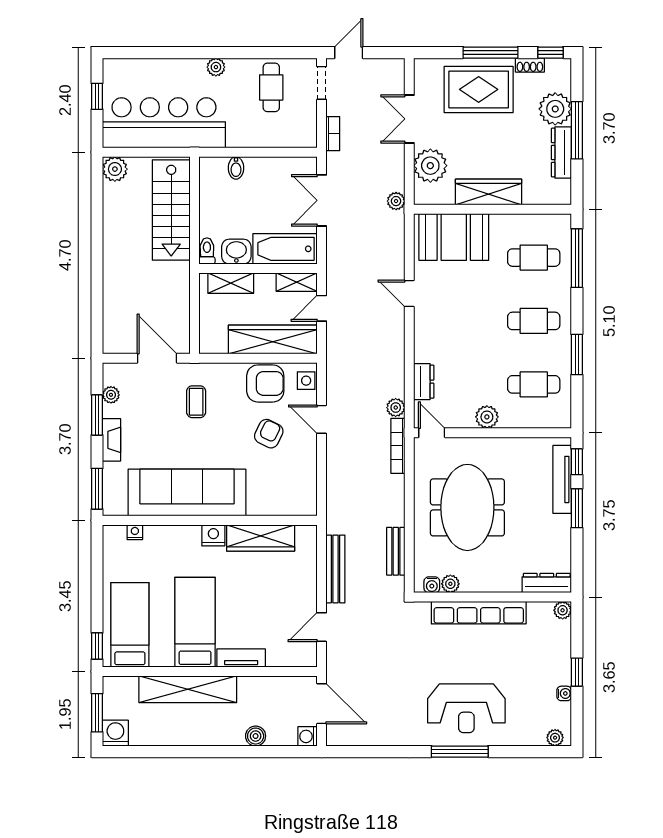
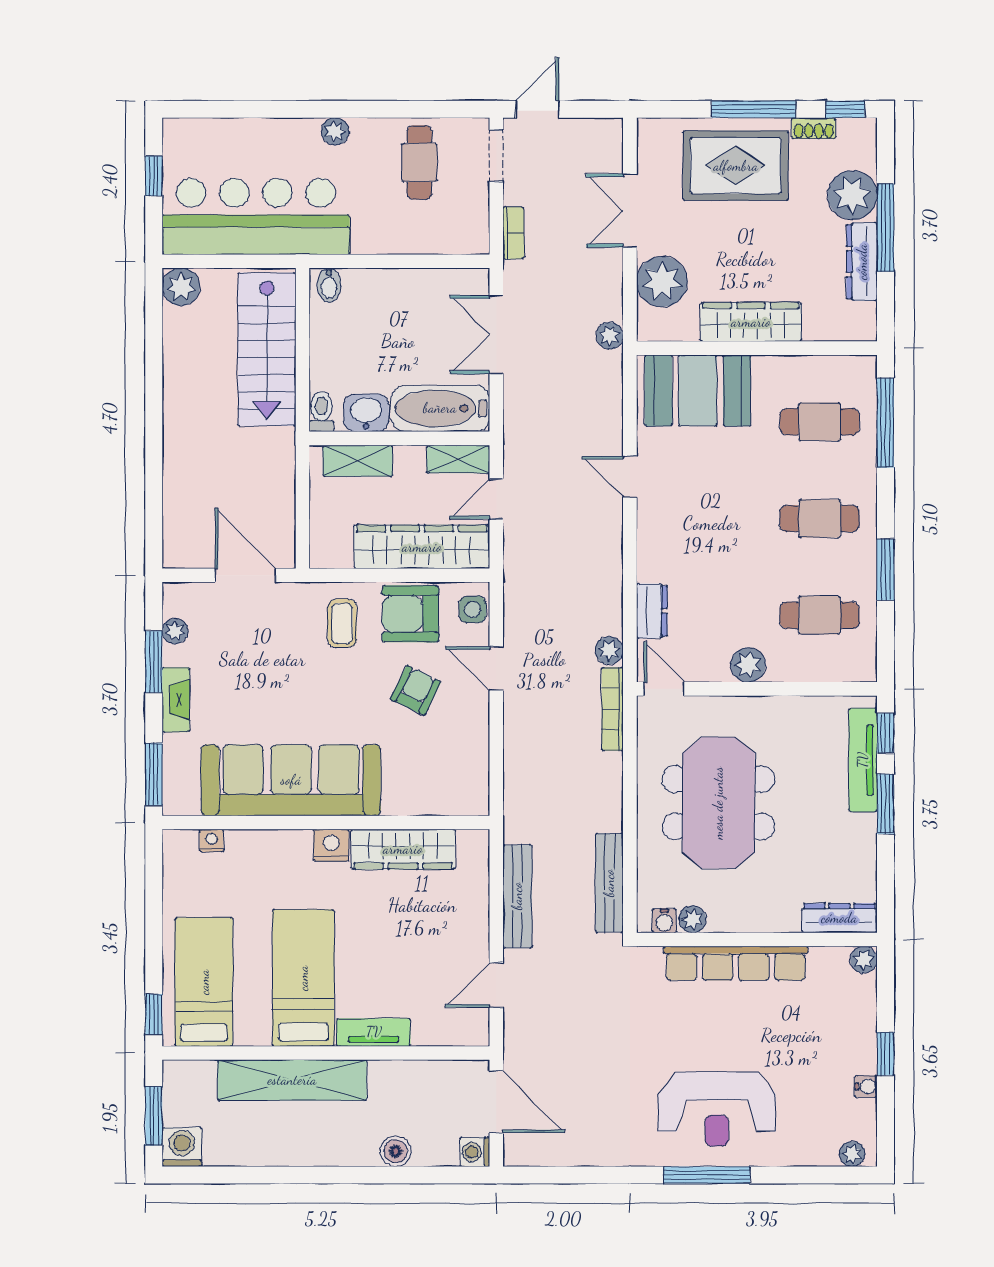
bidet: (236, 168) -> (329, 285), moved
armchair: (265, 383) -> (410, 614), turned 180
coffee table: (196, 402) -> (342, 623), moved
bench: (396, 551) -> (609, 883), width x1.36

